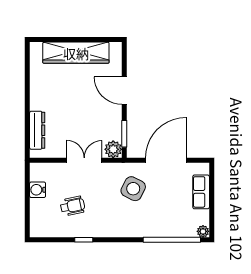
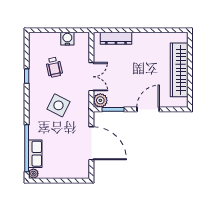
side table: (133, 189) -> (58, 105), moved
row of seats: (201, 192) -> (35, 154), moved, turned 90

